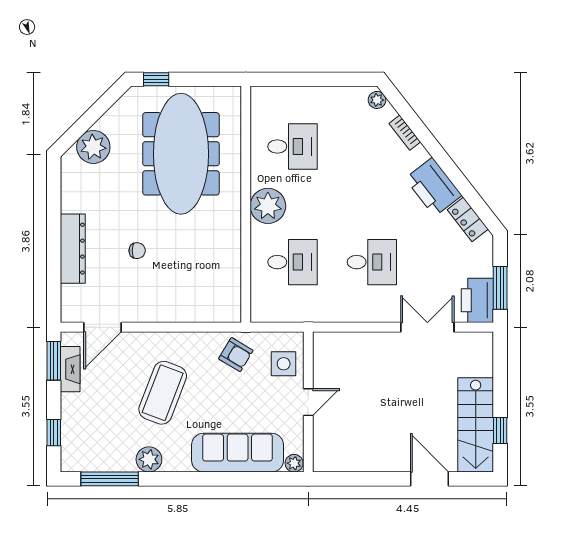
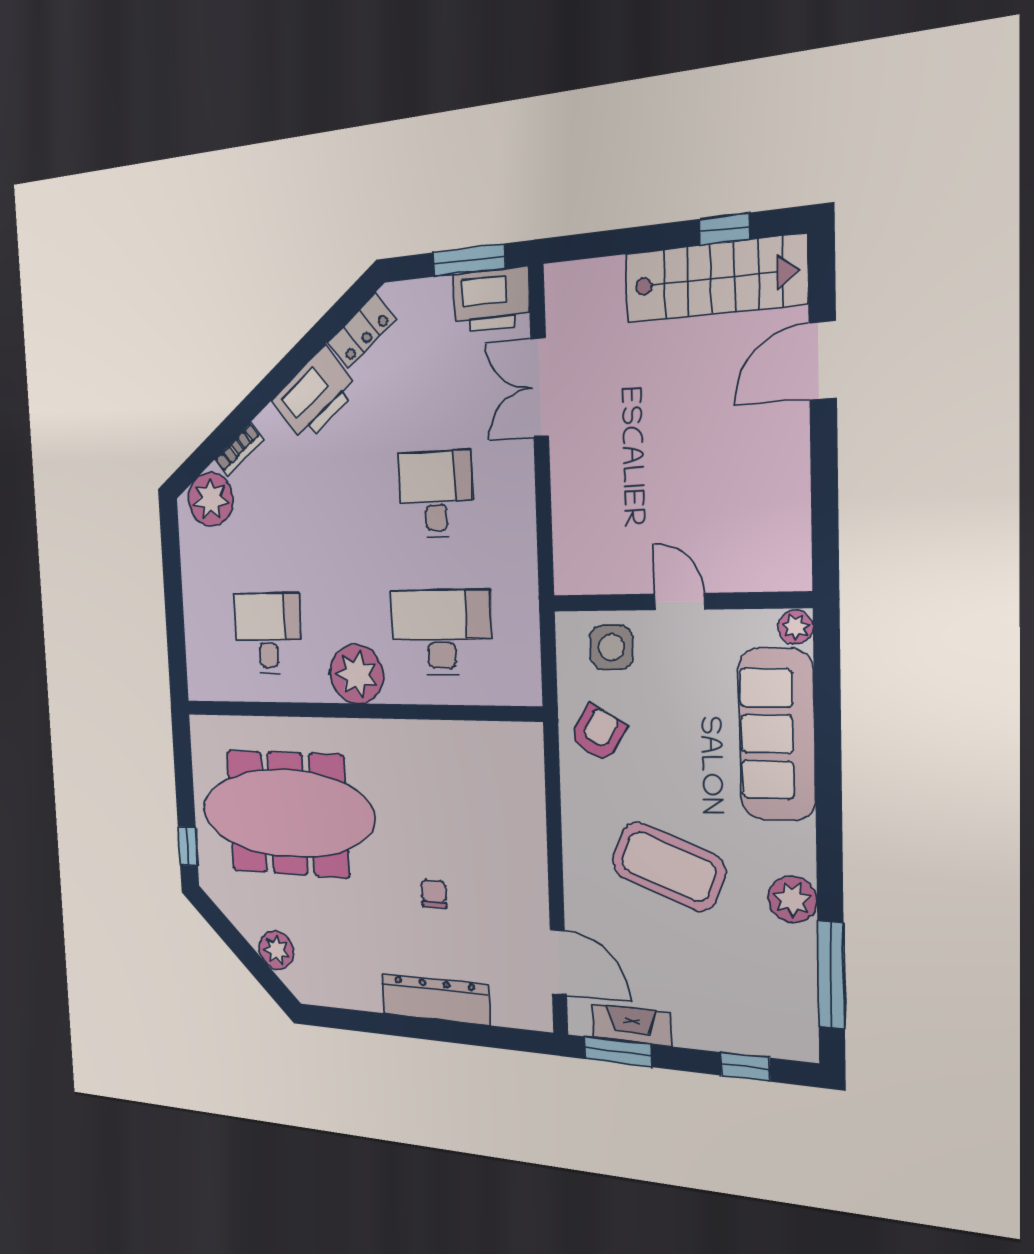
plant: (377, 100) -> (211, 499), width x1.88, depth x1.88
plant: (93, 147) -> (276, 950), width x0.73, depth x0.73
desk: (292, 262) -> (441, 632), width x1.37

